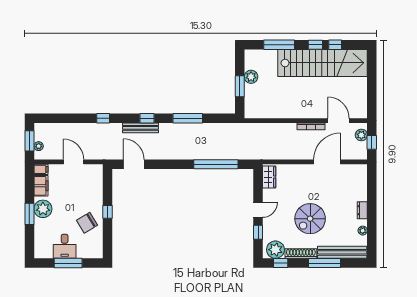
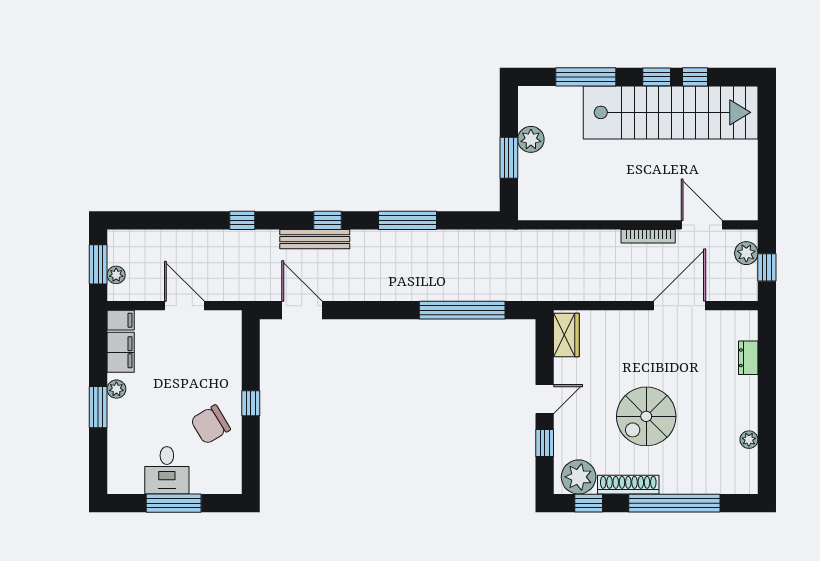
plant: (43, 209) -> (116, 389), width x0.53, depth x0.53
dresser: (362, 210) -> (748, 358), moved
bench: (342, 252) -> (709, 482), removed
window: (324, 263) -> (674, 503), width x1.46

